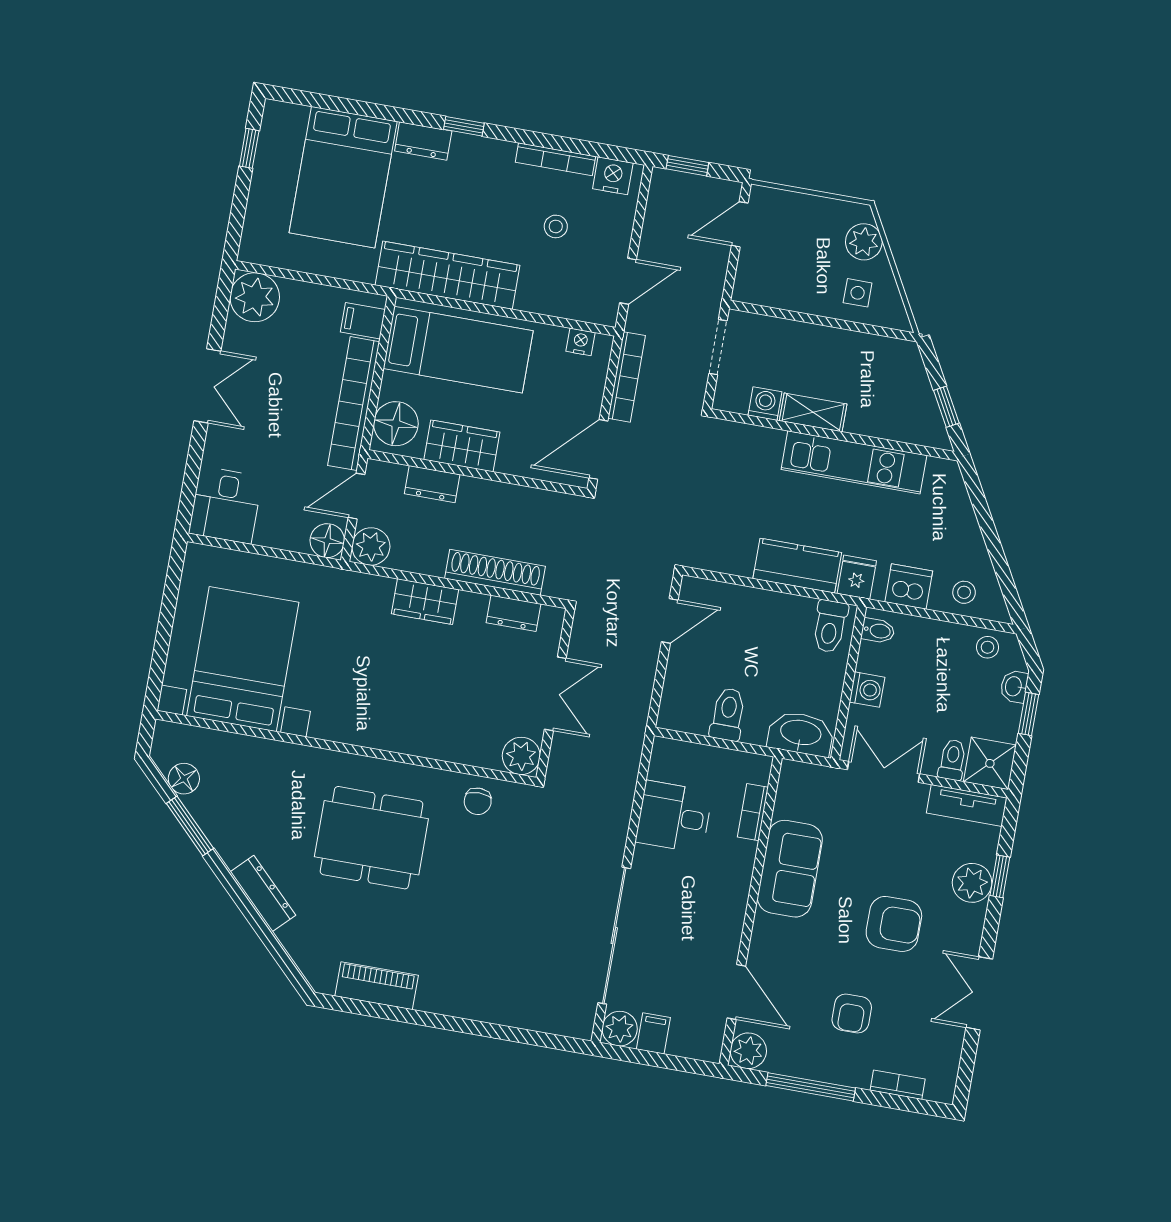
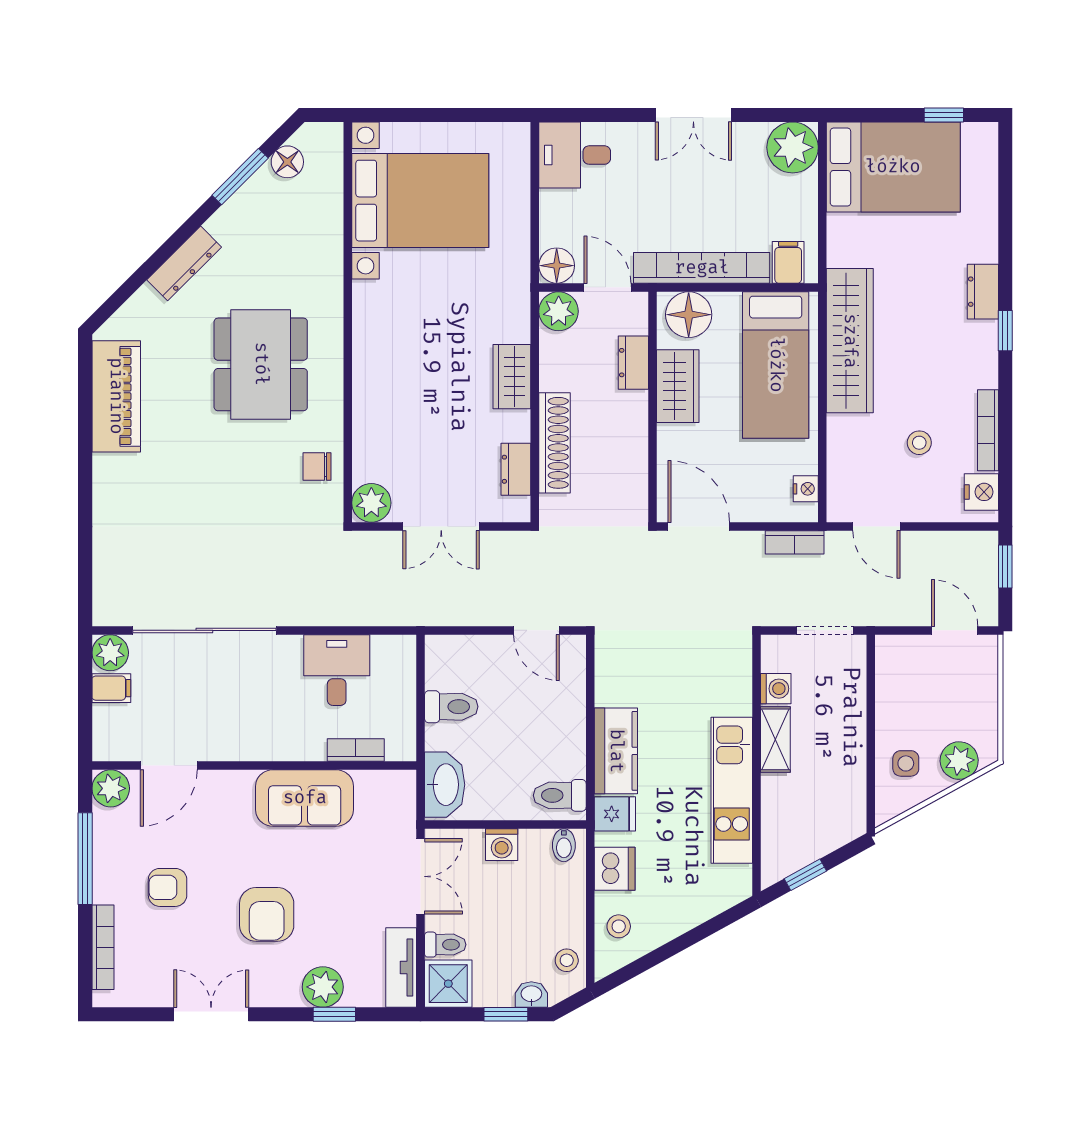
bed: (343, 177) -> (893, 167), moved, turned 180
bookcase: (627, 377) -> (795, 542), width x0.64
piano: (377, 986) -> (116, 396), width x1.37, depth x1.33
bookcase: (898, 1085) -> (103, 947), width x1.56

